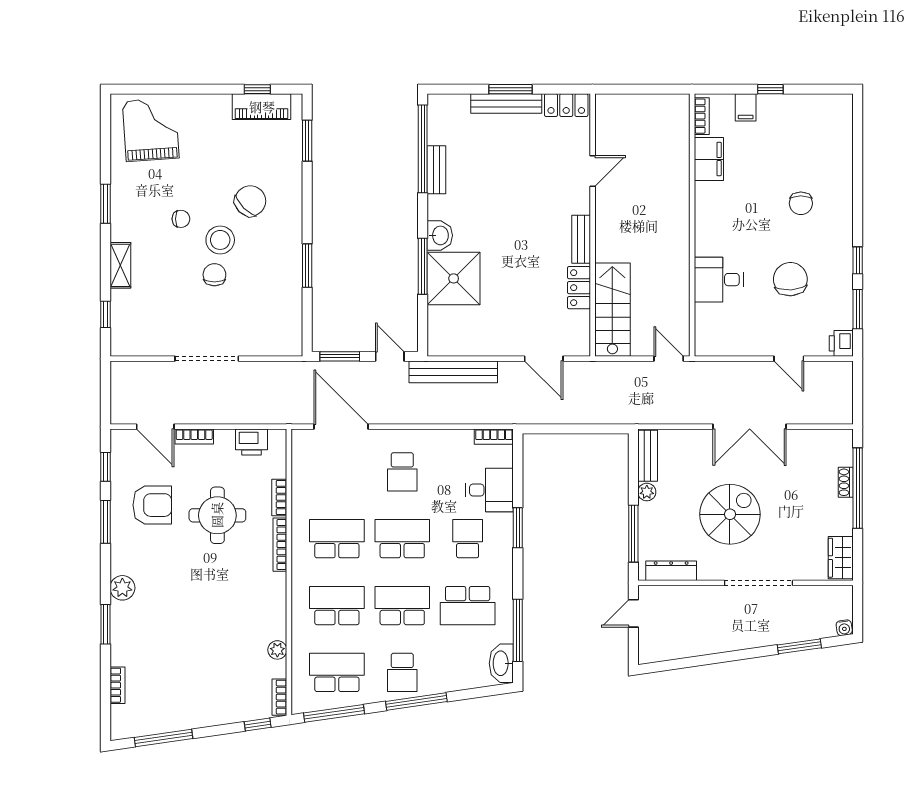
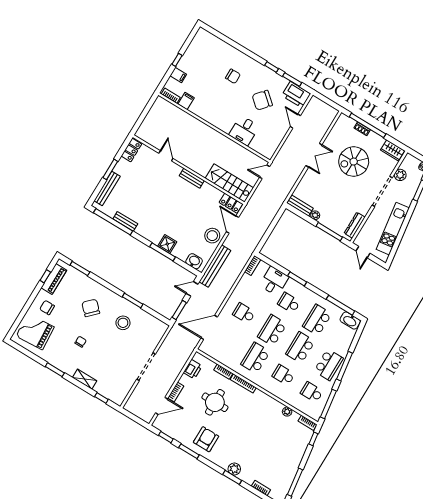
bench: (506, 103) -> (107, 188), moved
filing cabinet: (709, 159) -> (186, 101), width x0.50
washbasin: (440, 235) -> (194, 261), moved
stool: (220, 240) -> (123, 323), moved
chair: (214, 275) -> (47, 308), moved
shower: (454, 278) -> (167, 244), width x0.54, depth x0.54
chair: (790, 279) -> (262, 100), turned -45
locker: (579, 288) -> (231, 203), moved
stool: (503, 335) -> (212, 236), added
printer: (841, 343) -> (296, 95), width x1.87, depth x1.48
door: (544, 359) -> (233, 225), swing flipped
door: (789, 359) -> (295, 121), swing flipped
double door: (750, 427) -> (314, 155), width x0.73
school desk: (402, 472) -> (244, 313), turned 180
armchair: (152, 505) -> (206, 439), moved
spiral stairs: (730, 514) -> (354, 162), moved, turned -90
plant: (122, 588) -> (234, 469), moved
plant: (806, 597) -> (400, 175), added
school desk: (337, 606) -> (284, 375), width x0.54
school desk: (468, 606) -> (317, 320), turned 180
kitchen unit: (705, 640) -> (393, 229), added
school desk: (337, 672) -> (312, 392), width x0.54
school desk: (402, 672) -> (329, 365), width x1.85

